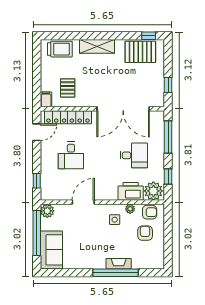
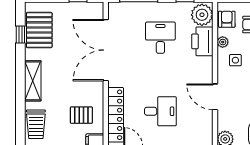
window: (149, 36) -> (20, 34), moved
trolley: (60, 49) -> (36, 124), turned 180
double door: (123, 109) -> (106, 50), swing flipped

